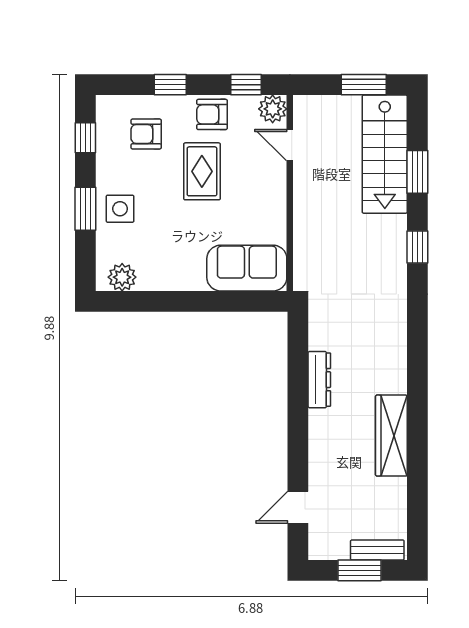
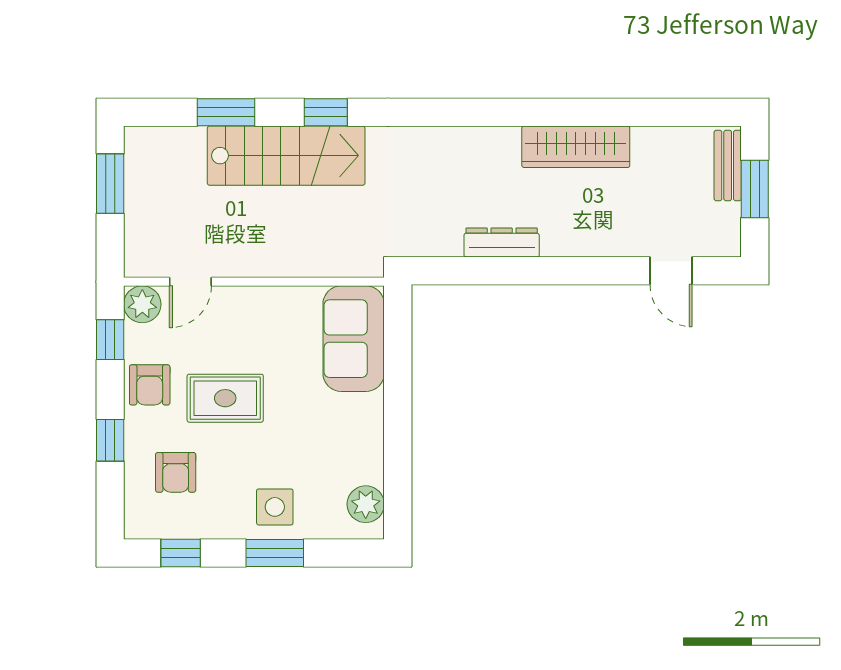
stairs: (385, 154) -> (286, 156), moved

